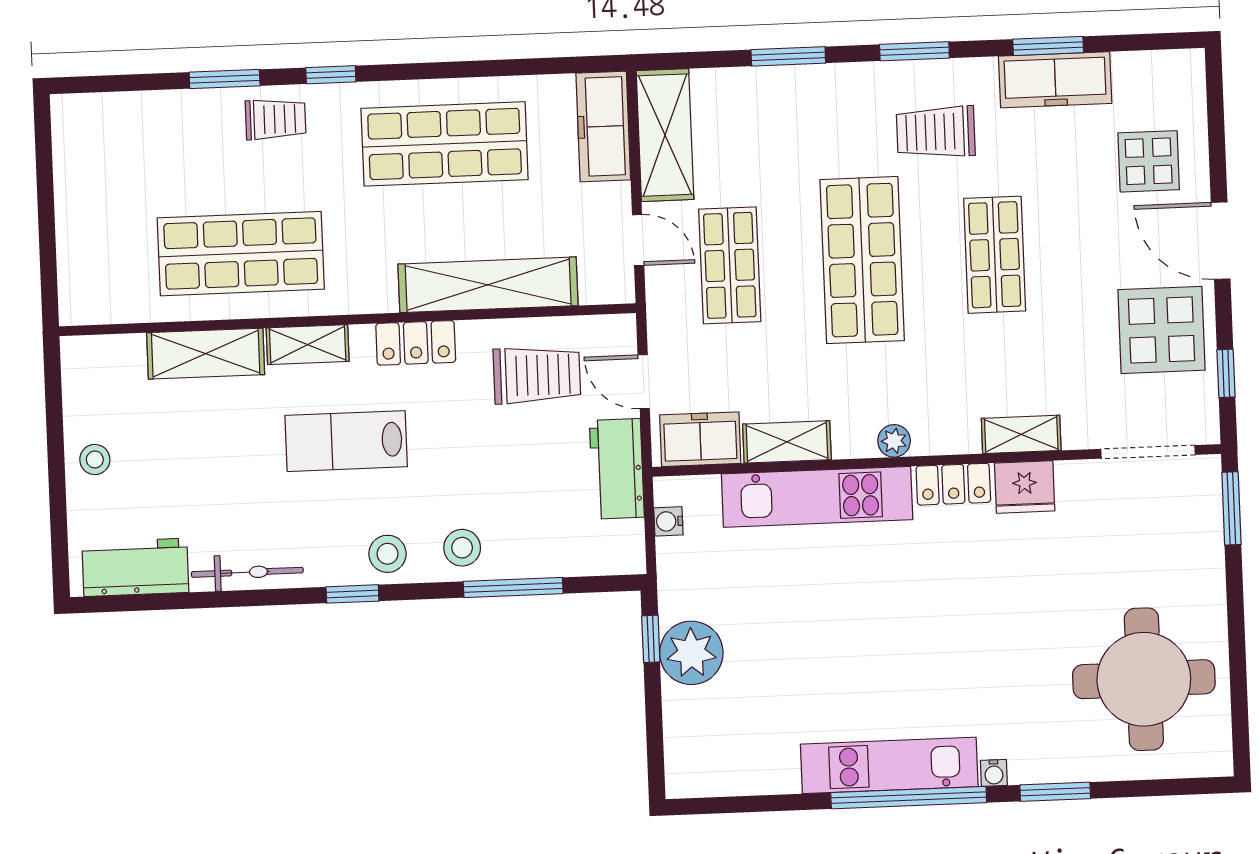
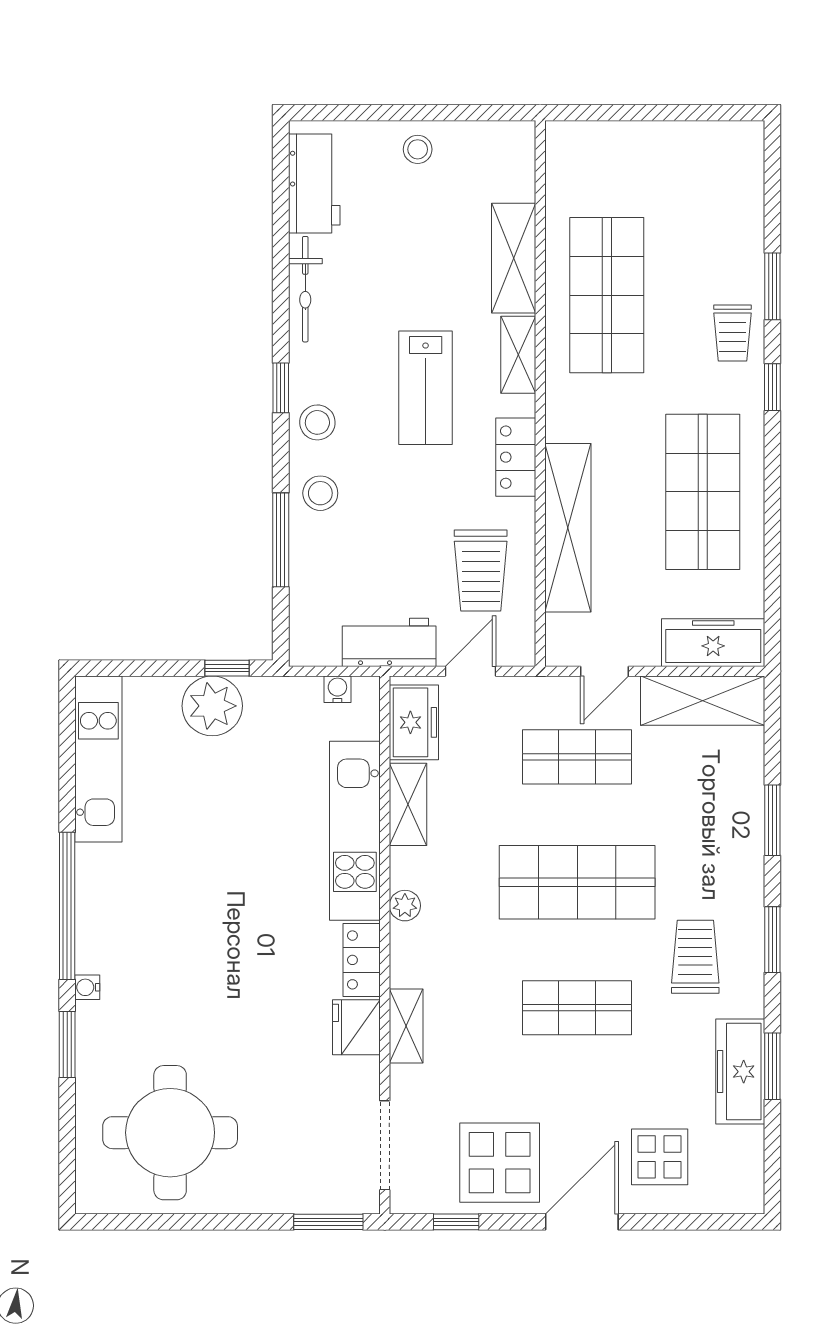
lab bench: (346, 441) -> (426, 388), turned 180
kitchen unit: (889, 765) -> (98, 759), moved

